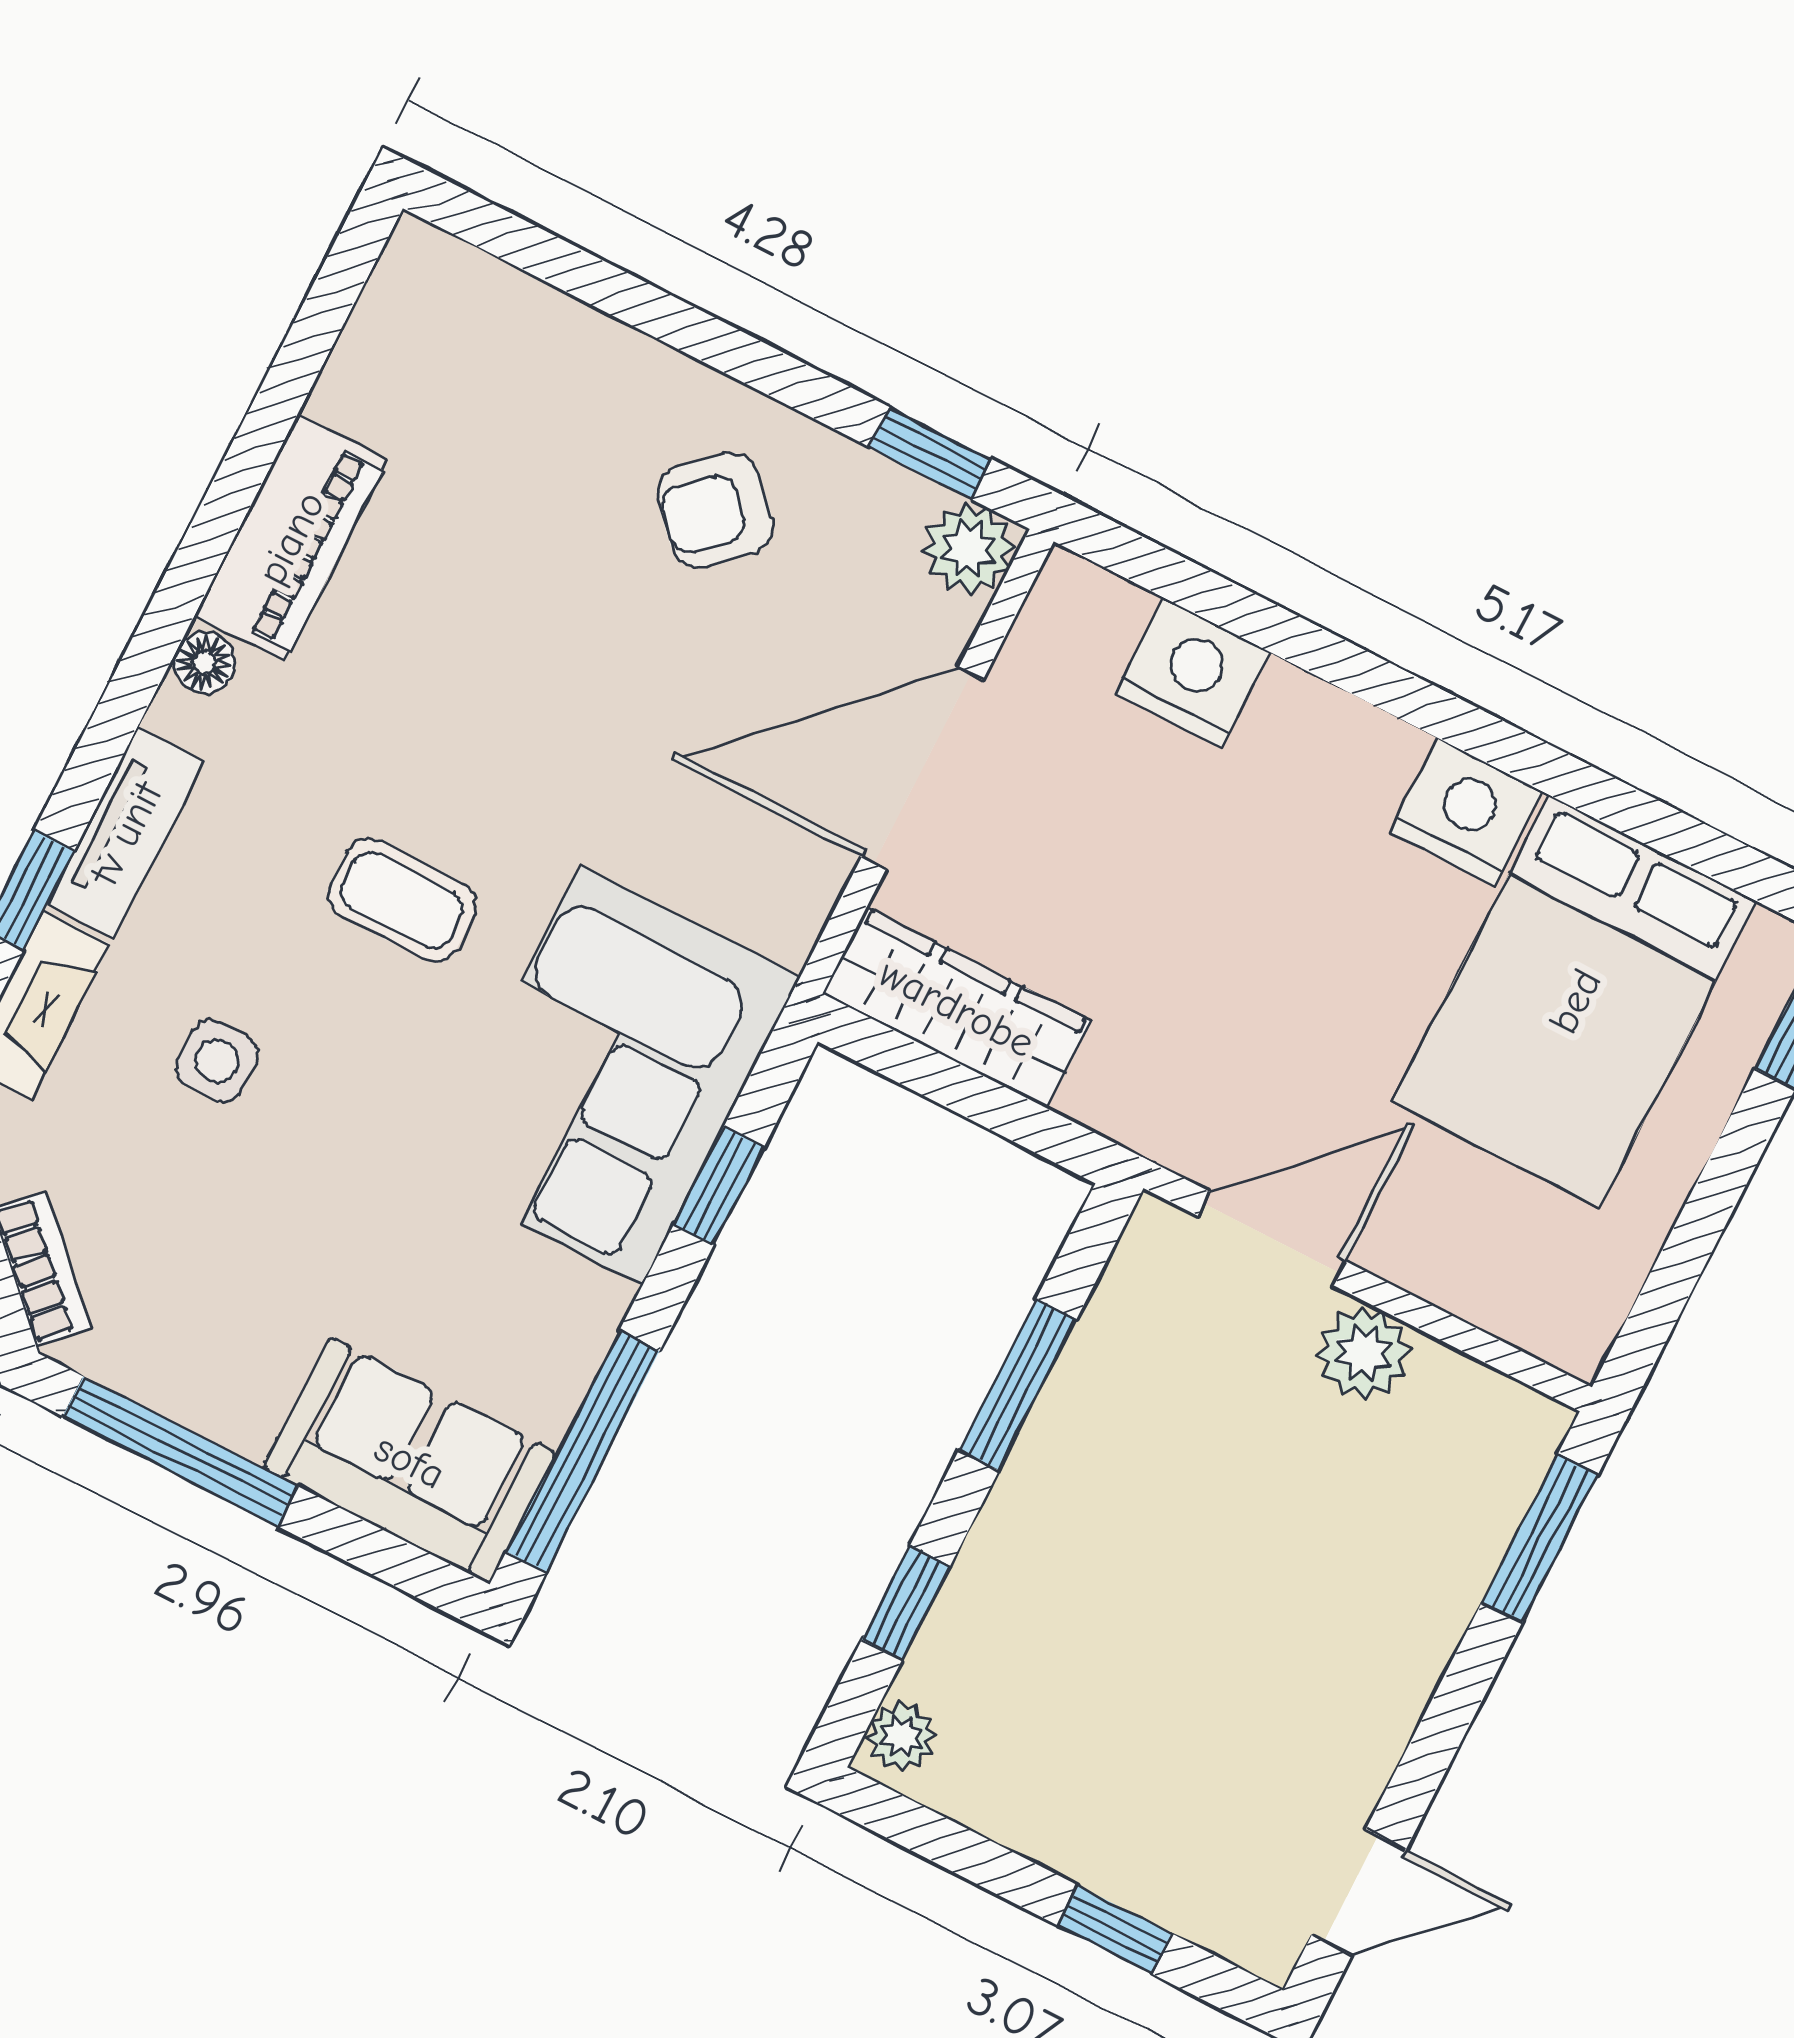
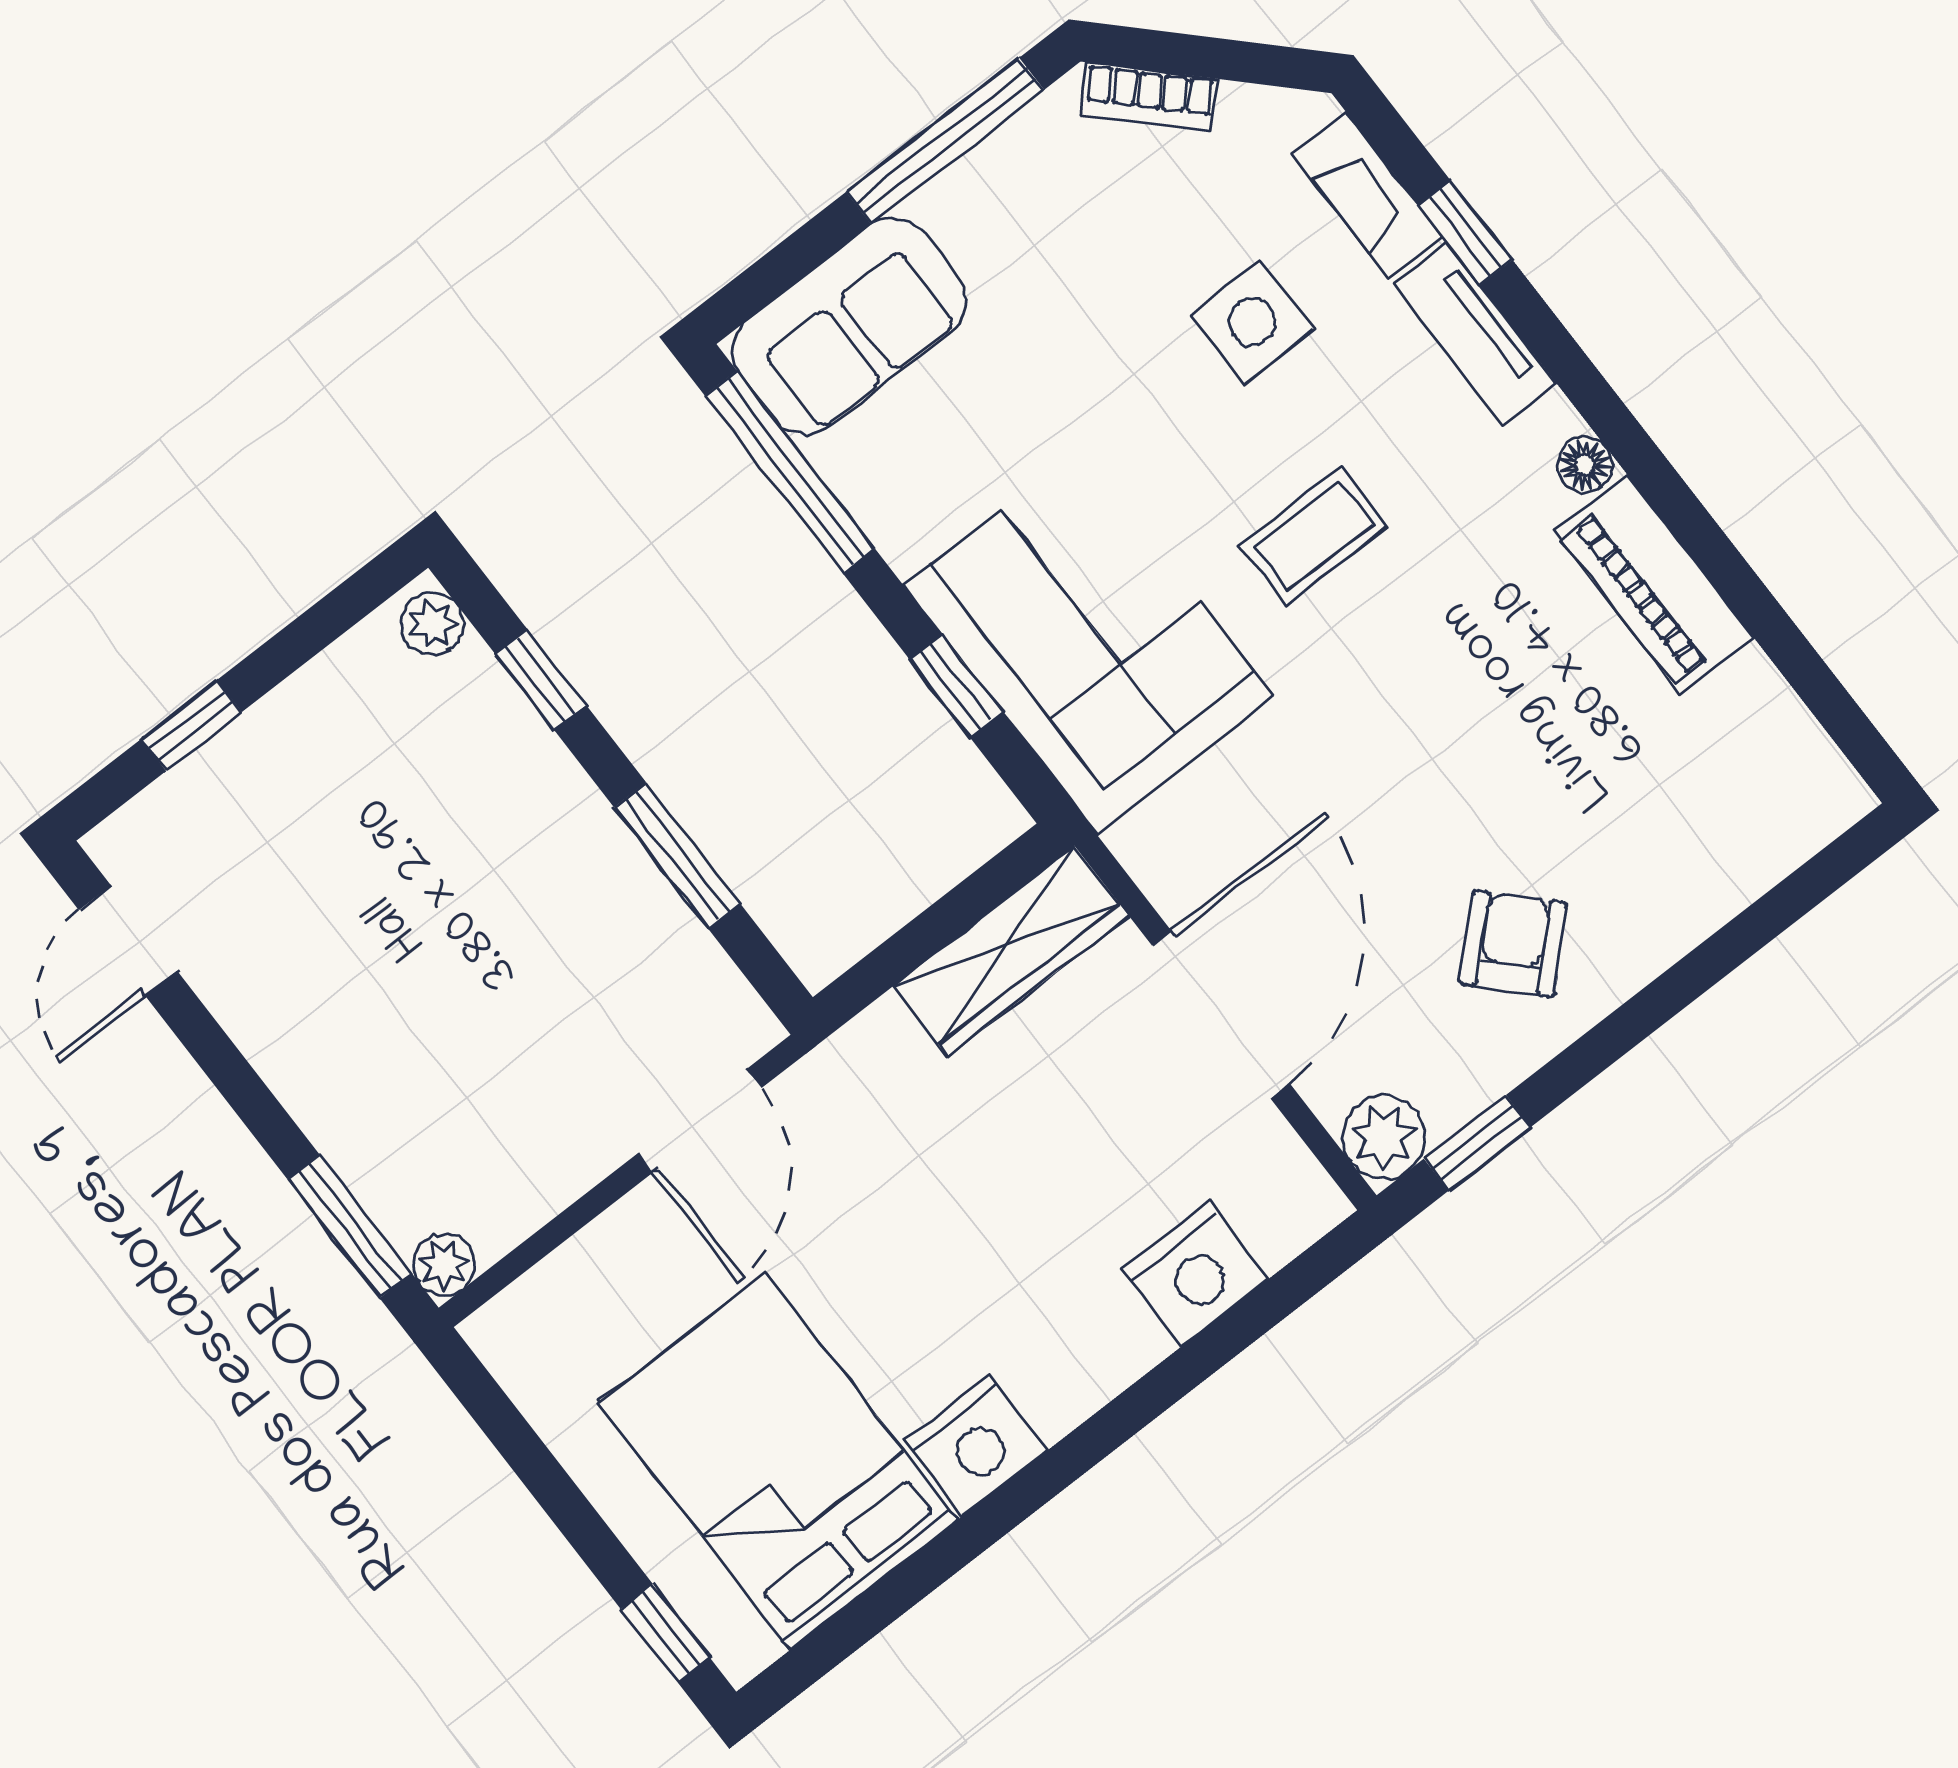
side table: (217, 1061) -> (1252, 322), width x1.37, depth x1.37
plant: (1364, 1353) -> (444, 1265), moved, width x0.73, depth x0.73

